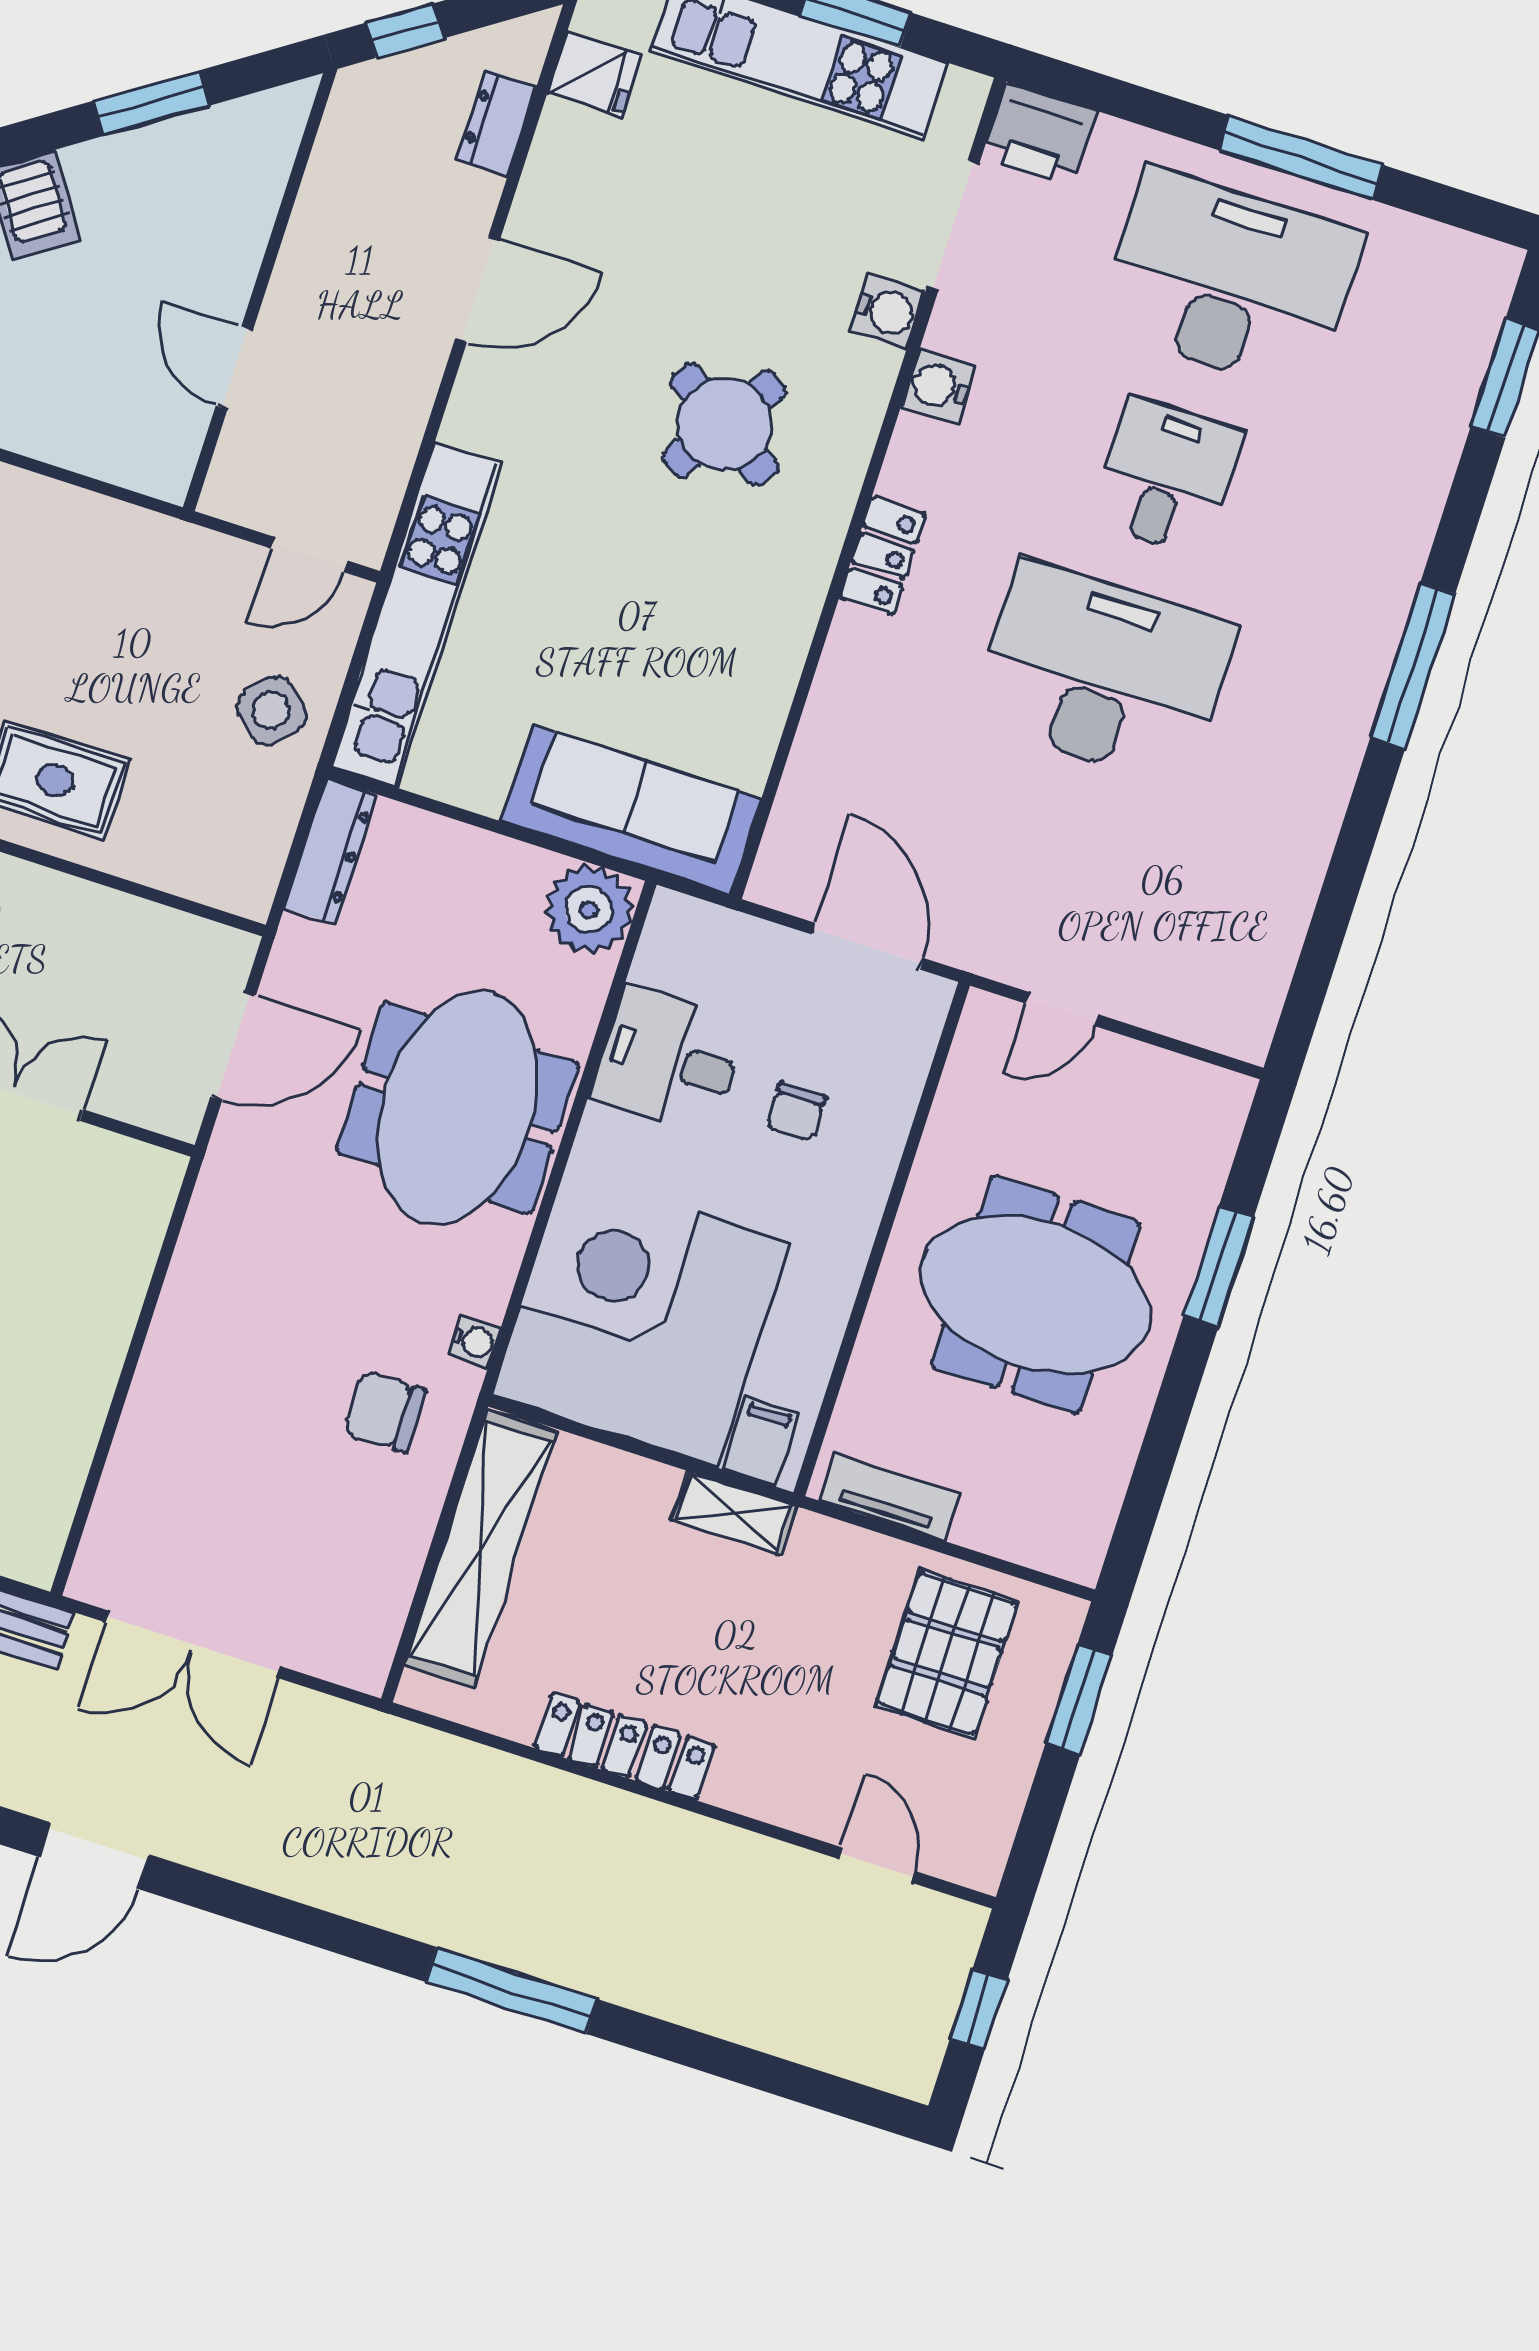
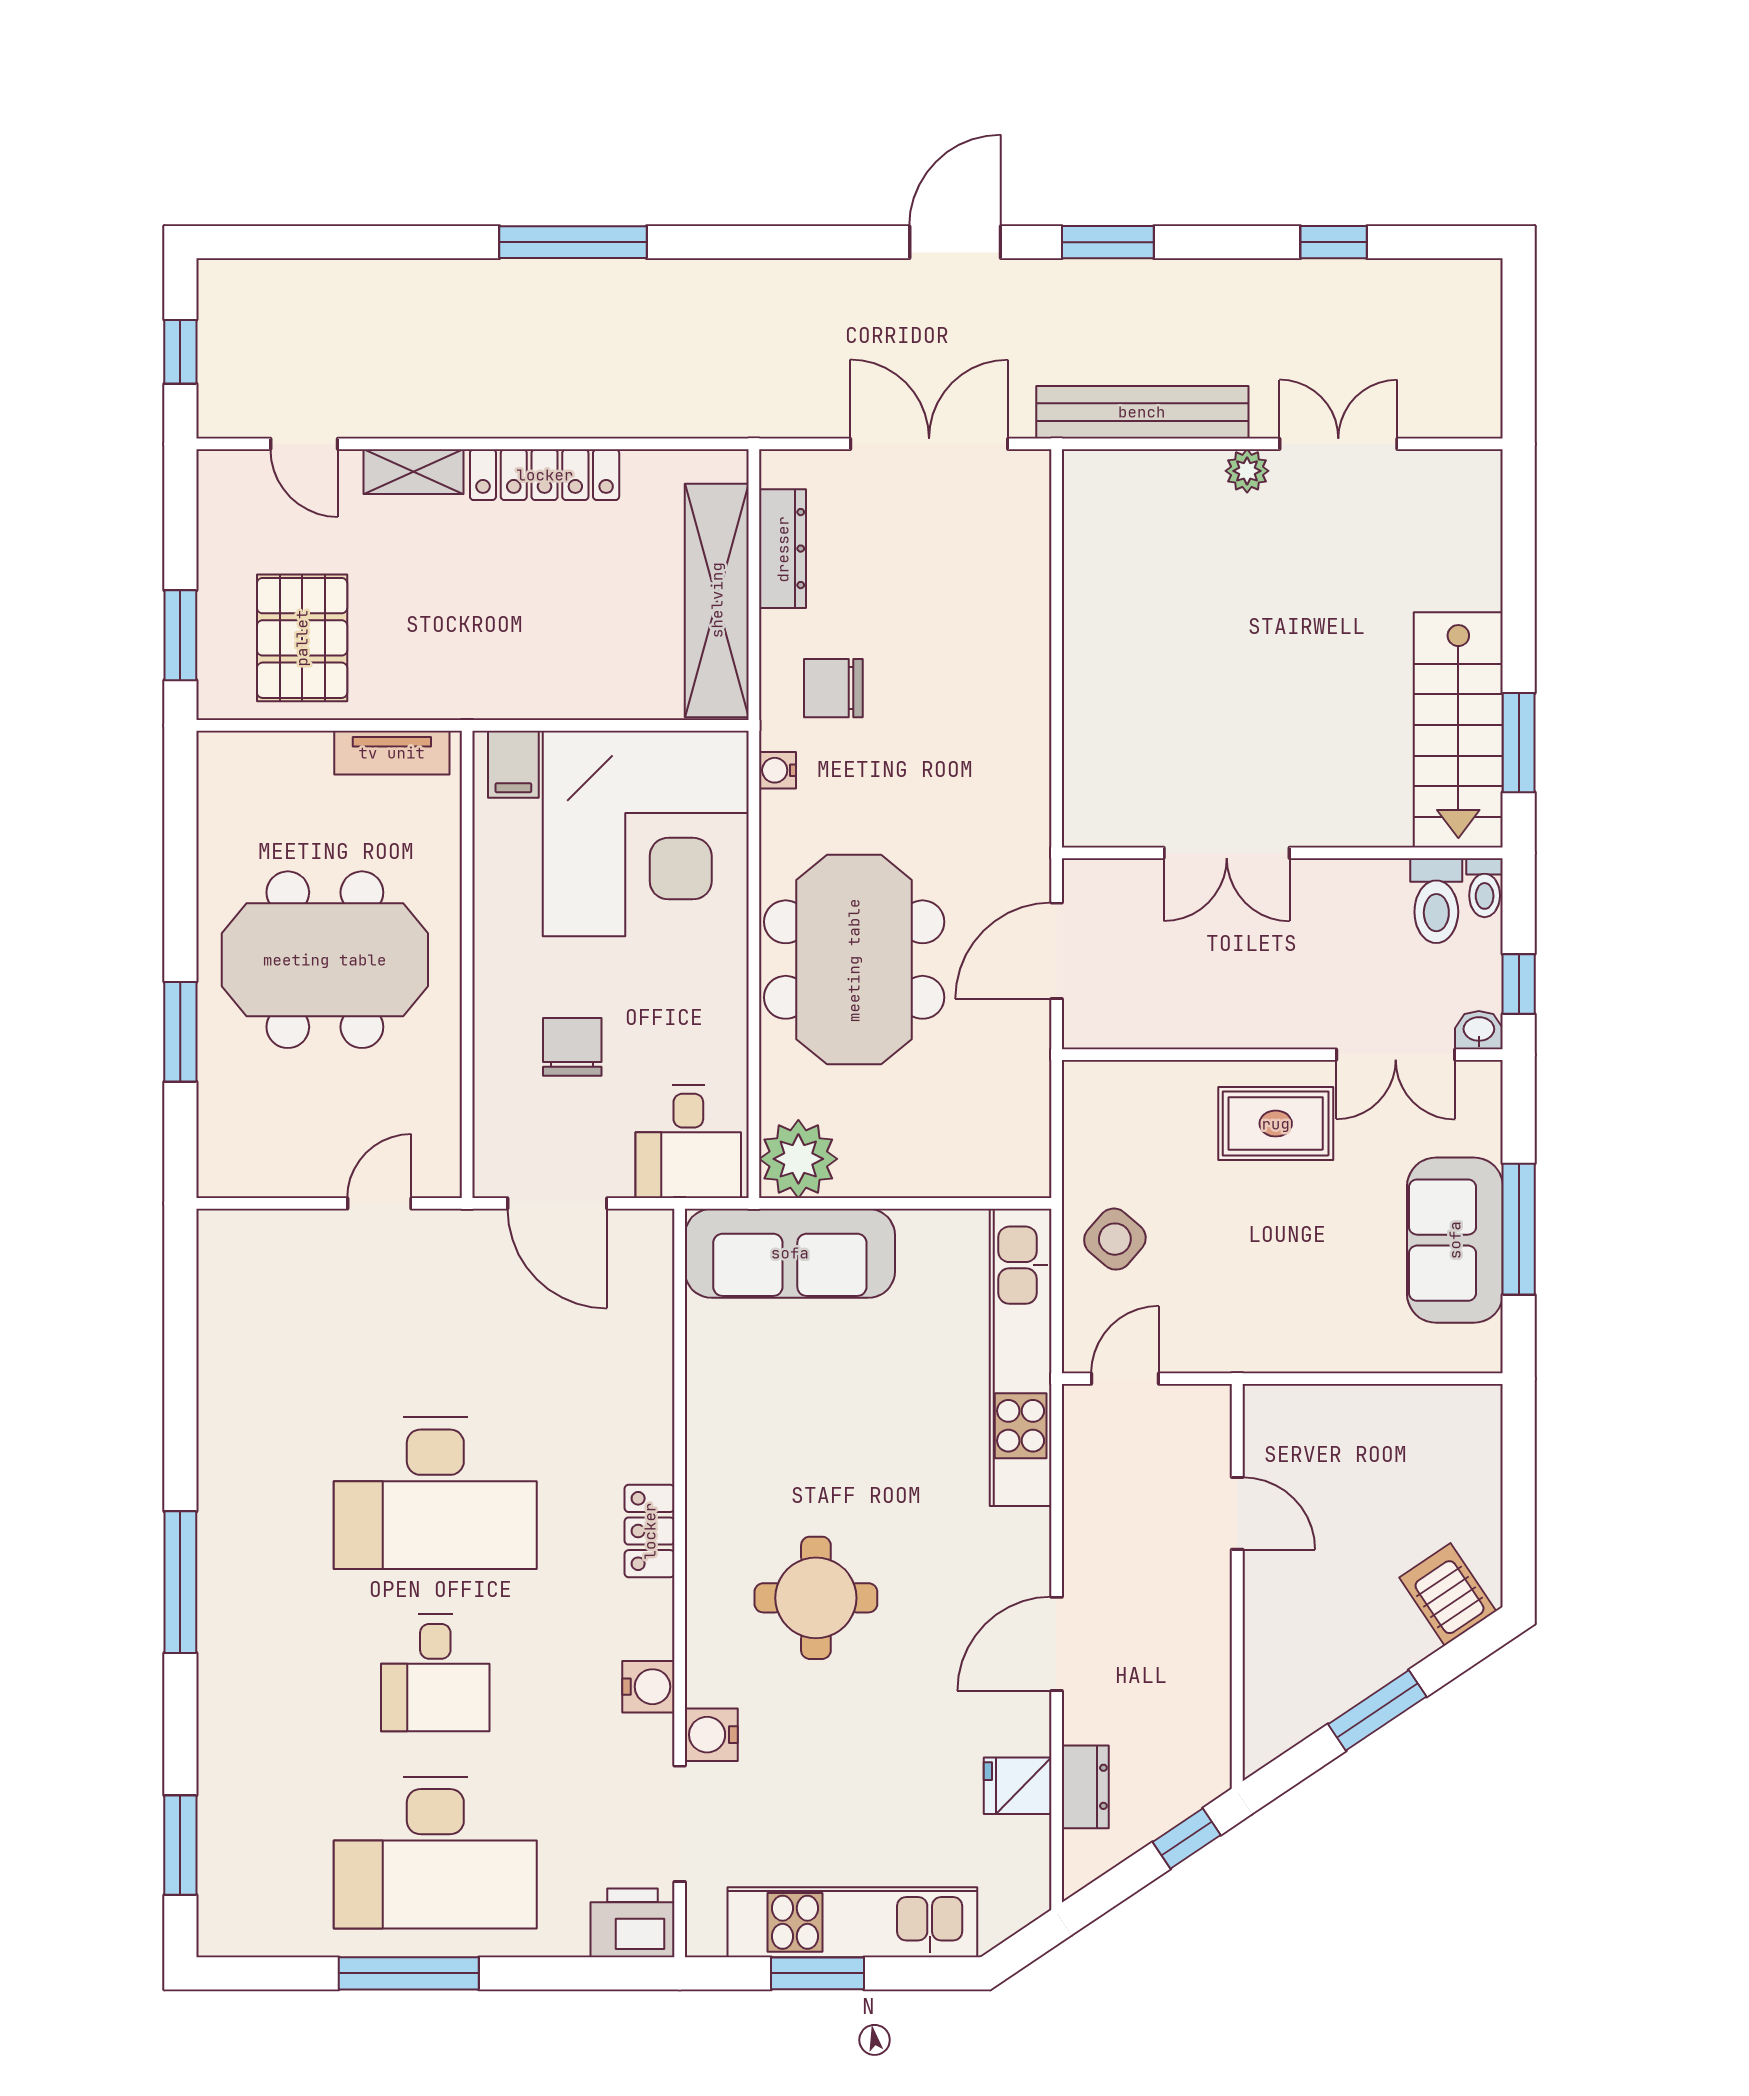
fridge: (594, 74) -> (1018, 1786), moved
round table: (724, 424) -> (816, 1598), turned -33
dresser: (331, 851) -> (783, 549), moved, turned 180
desk: (668, 1060) -> (688, 1141), moved, turned 90
chair: (796, 1112) -> (572, 1047), width x1.37, depth x1.37
chair: (384, 1411) -> (833, 688), turned 180
shelving: (735, 1513) -> (413, 472), moved

